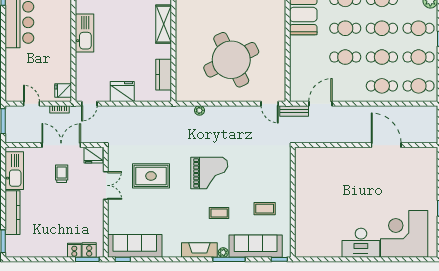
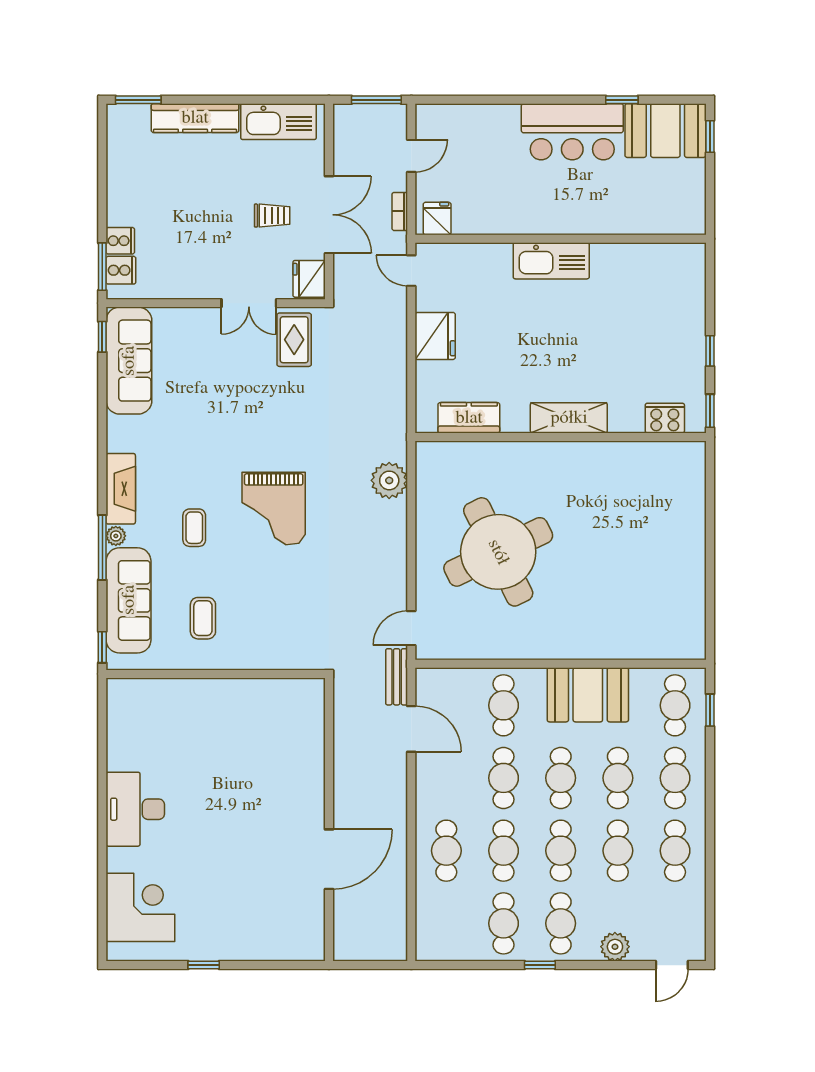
cafe table: (419, 86) -> (504, 705), moved
plant: (199, 110) -> (389, 480), width x1.88, depth x1.88
rug: (151, 176) -> (294, 340), moved, width x0.73, depth x0.70
corner desk: (404, 234) -> (140, 907), width x0.74, depth x0.74

